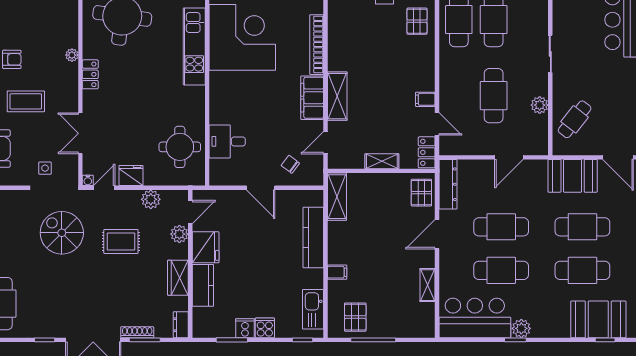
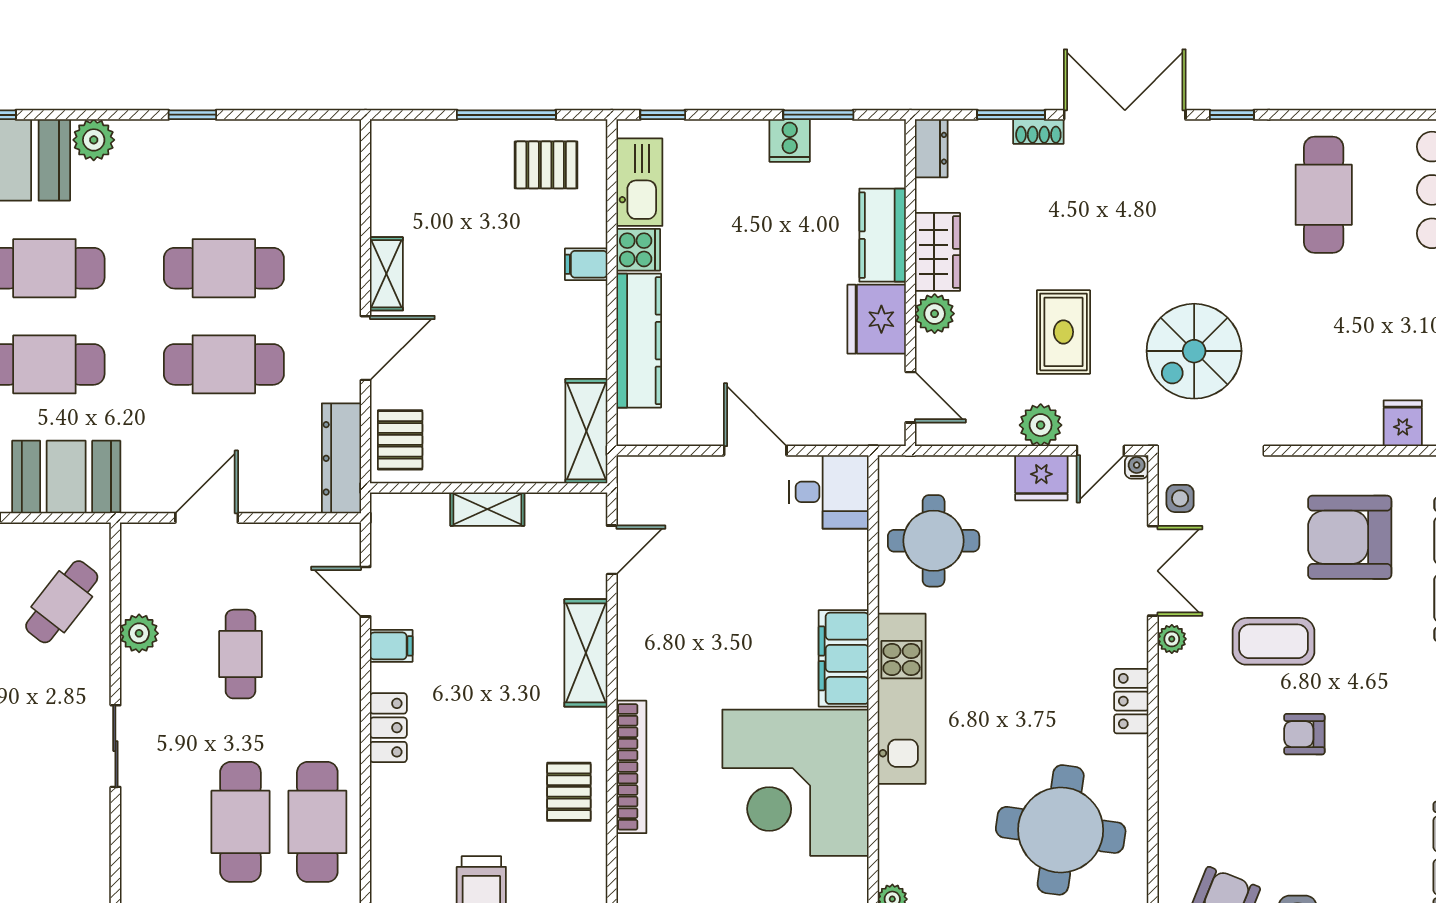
pallet: (417, 21) -> (569, 792), moved
kitchen unit: (194, 46) -> (902, 699), moved
plant: (72, 55) -> (1172, 639), moved
cafe table: (494, 96) -> (240, 654), width x0.73, depth x0.74
filing cabinet: (312, 98) -> (844, 658), moved, turned 180
desk: (227, 141) -> (829, 492), moved
locker: (427, 152) -> (388, 728), moved
chair: (290, 164) -> (689, 502), removed
side table: (45, 168) -> (1180, 498), moved
plant: (151, 199) -> (1041, 425), moved
door: (190, 212) -> (910, 397), swing flipped
spiral stairs: (62, 233) -> (1194, 351), turned 90
plant: (179, 234) -> (935, 314), moved
rug: (121, 241) -> (1063, 332), turned 90
shelving: (428, 285) -> (386, 274), moved
pallet: (355, 317) -> (546, 165), turned 90
bar counter: (475, 318) -> (282, 163), removed
cooker: (265, 328) -> (638, 250), moved, turned -90
plant: (521, 328) -> (94, 140), moved
shoe rack: (137, 332) -> (1038, 131), width x0.70

